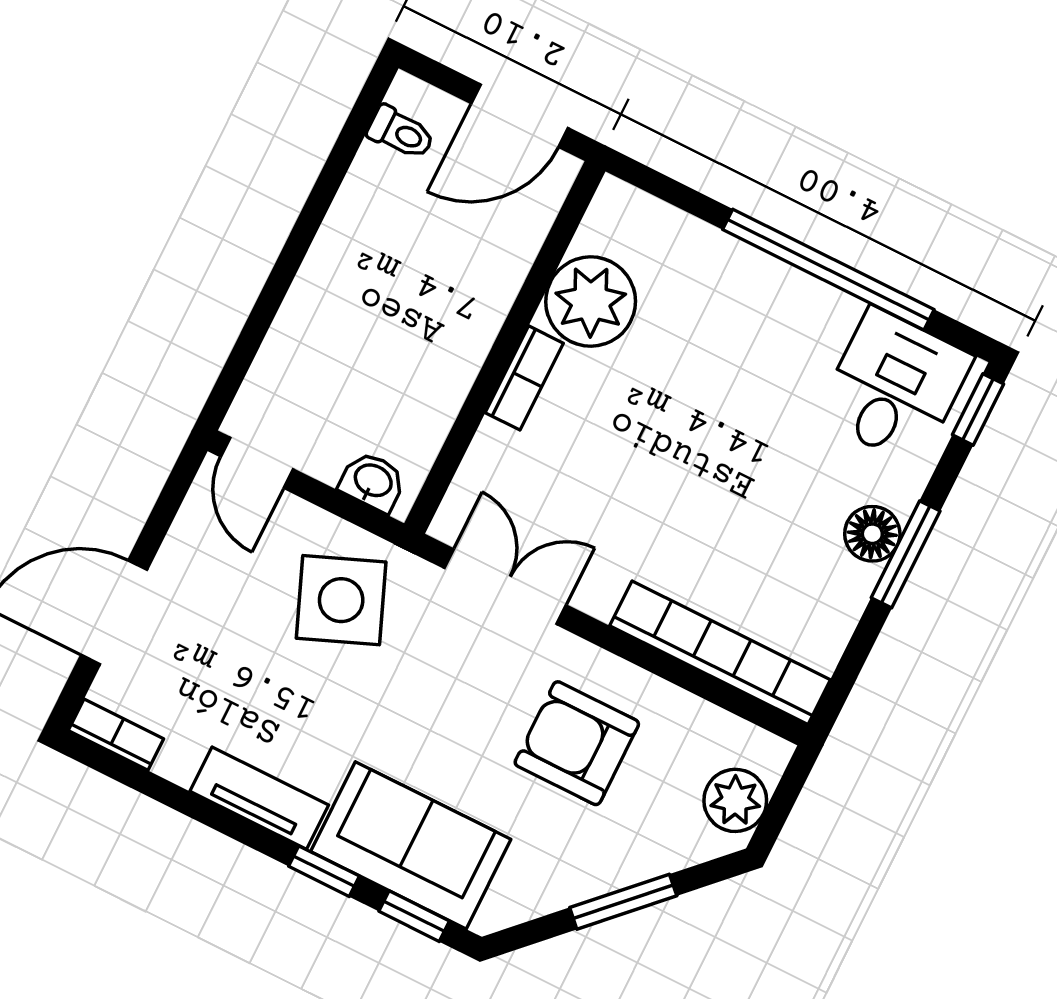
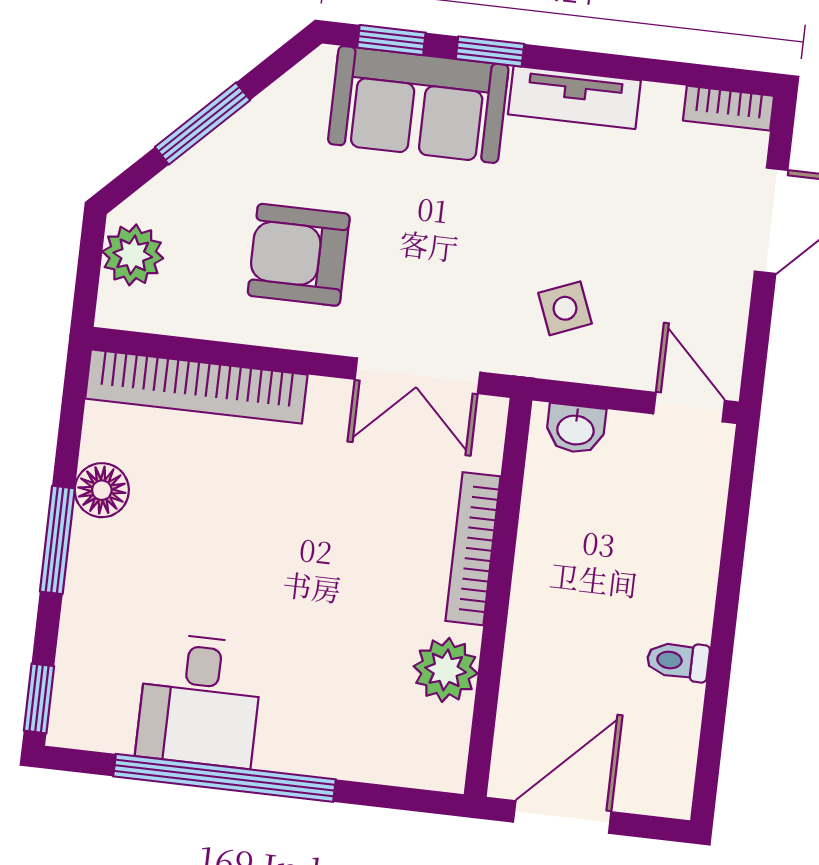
toilet: (401, 133) -> (678, 661), moved
plant: (591, 301) -> (446, 670), width x0.73, depth x0.73
bookcase: (524, 378) -> (473, 549), width x1.56
desk: (895, 387) -> (200, 700), moved
floor lamp: (872, 534) -> (102, 490), moved
side table: (341, 600) -> (565, 308), width x0.54, depth x0.54
armchair: (577, 743) -> (299, 255), turned 180

